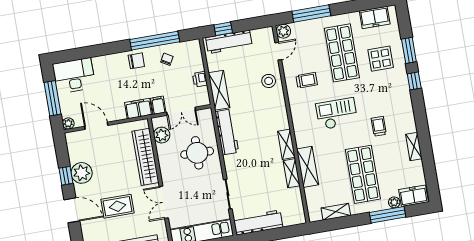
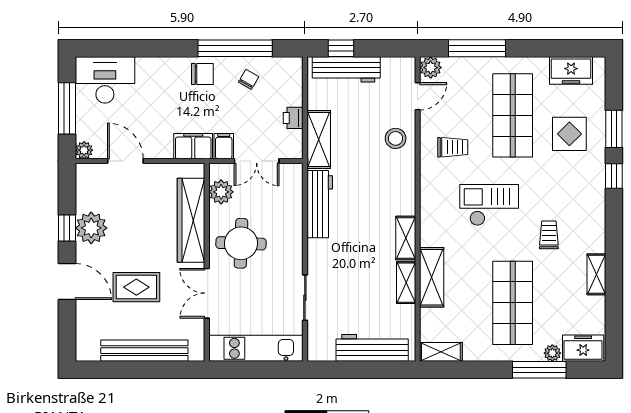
round table: (197, 153) -> (241, 243), moved
shelving: (336, 212) -> (441, 352), moved
workbench: (258, 223) -> (372, 348), moved

